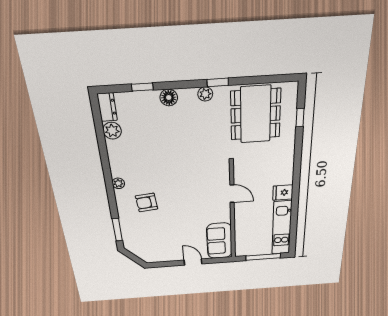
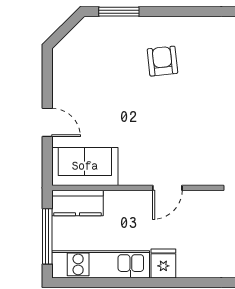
plant: (118, 183) -> (197, 25), removed
kitchen counter: (243, 243) -> (77, 203), added
door: (193, 262) -> (47, 122), hinge flipped

